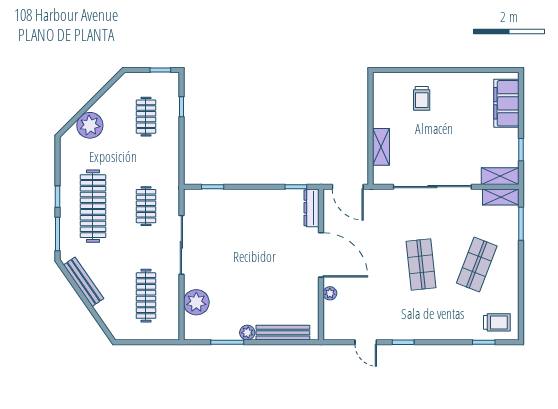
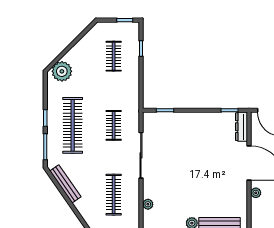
plant: (90, 125) -> (62, 71), moved
plant: (196, 302) -> (148, 204), width x0.53, depth x0.53

